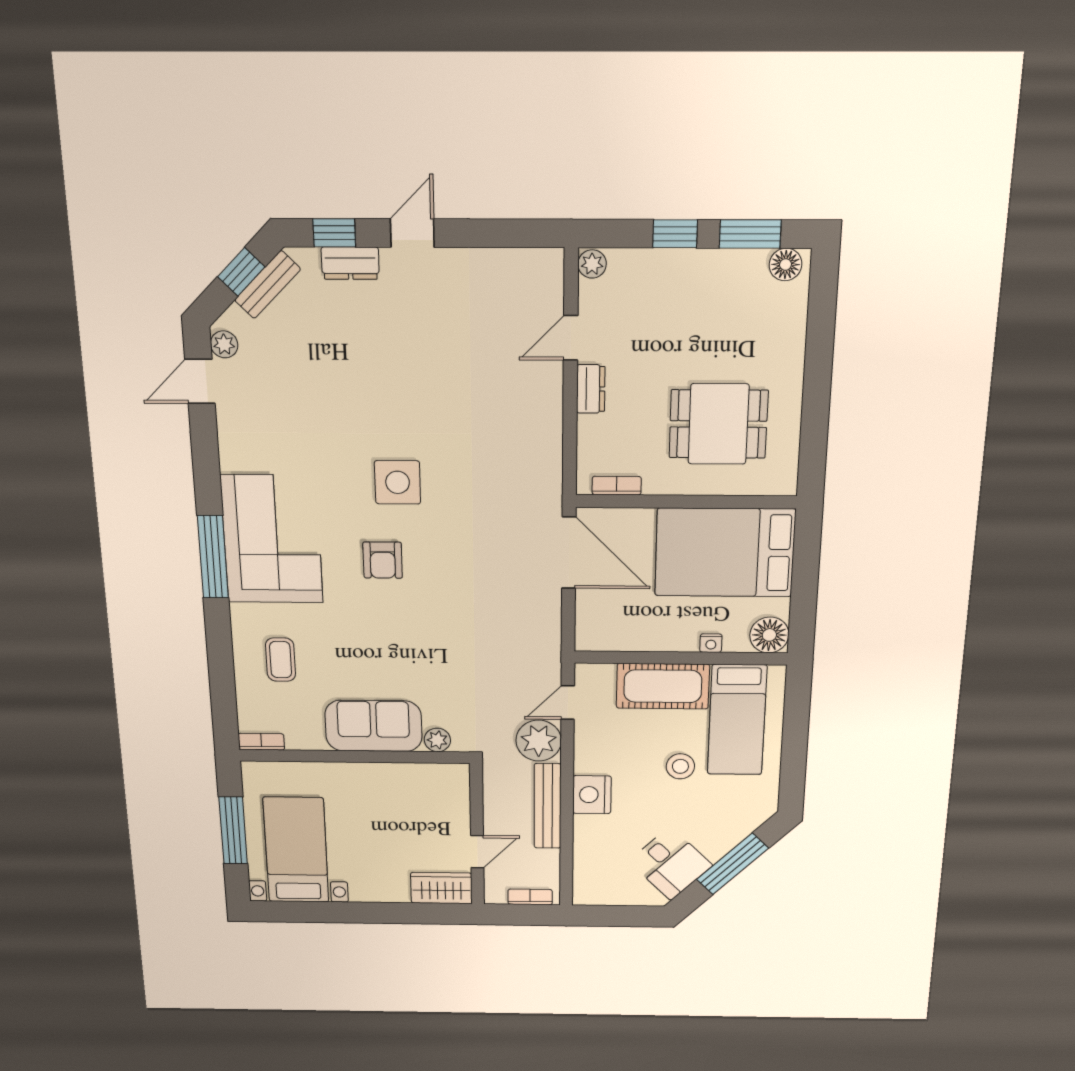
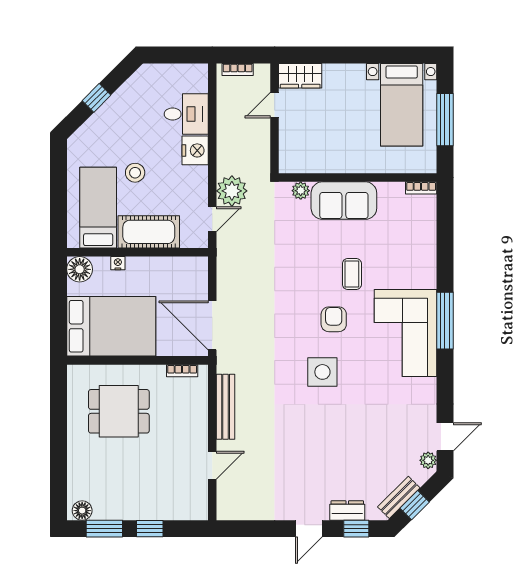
plant: (592, 264) -> (200, 510), removed
dresser: (591, 389) -> (199, 433), removed
coffee table: (281, 660) -> (352, 274), moved
bench: (548, 806) -> (226, 407), moved
desk: (671, 864) -> (186, 114), moved, turned 135
window: (732, 864) -> (96, 98), width x0.46

